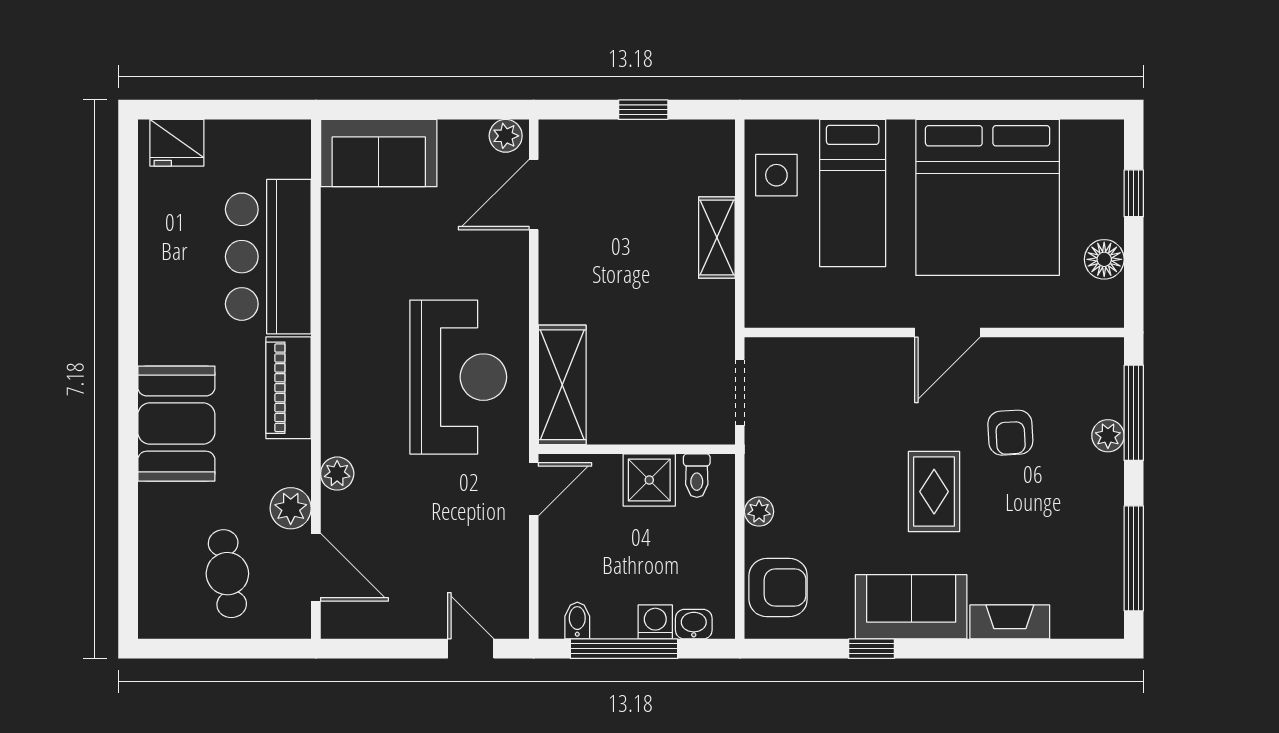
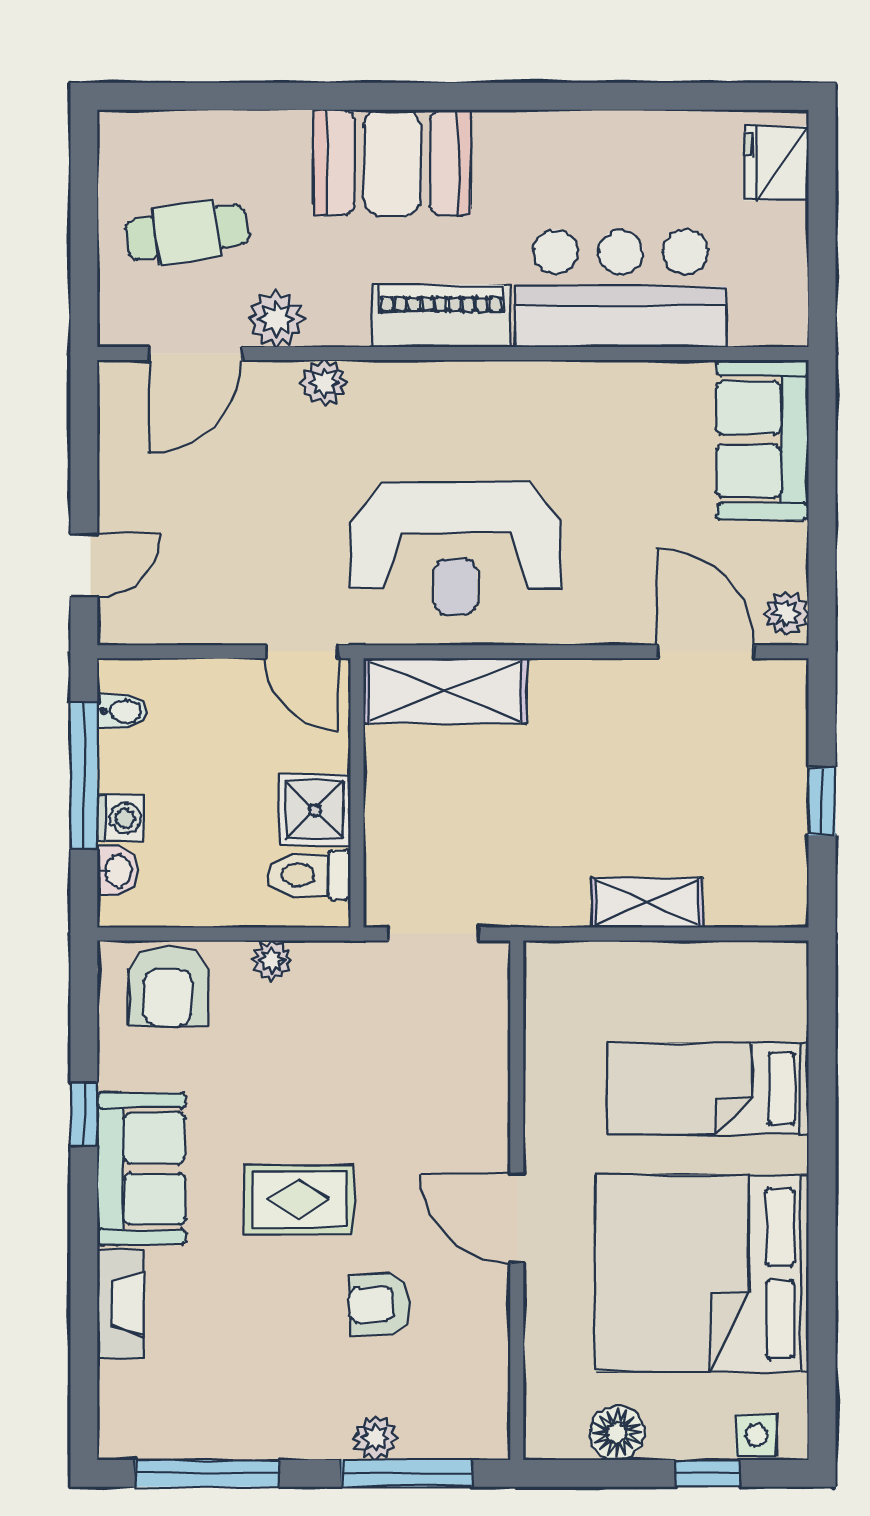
side table: (776, 175) -> (756, 1435), moved, width x0.73, depth x0.73
toilet: (697, 476) -> (309, 875), width x1.37, depth x1.39

